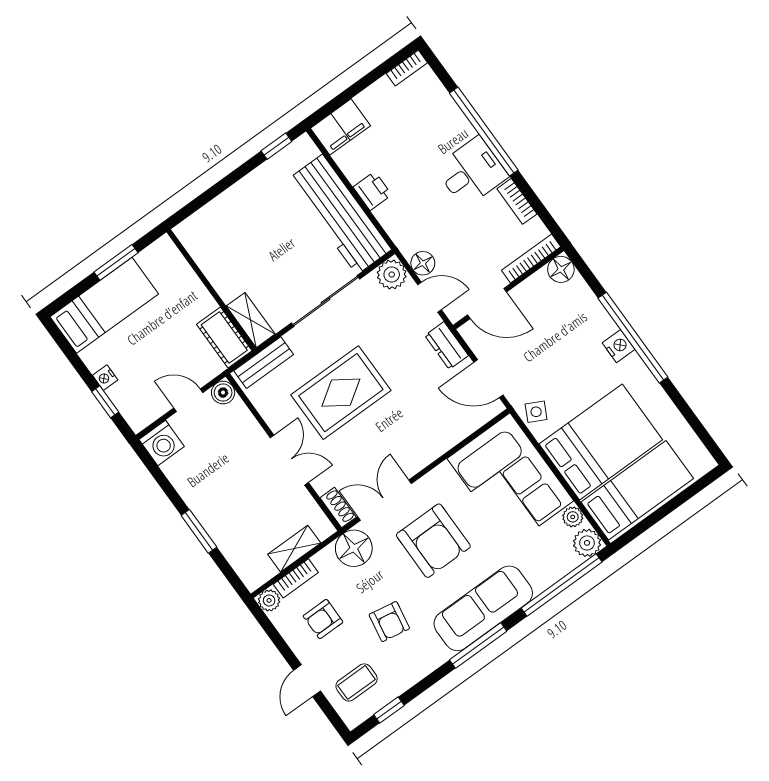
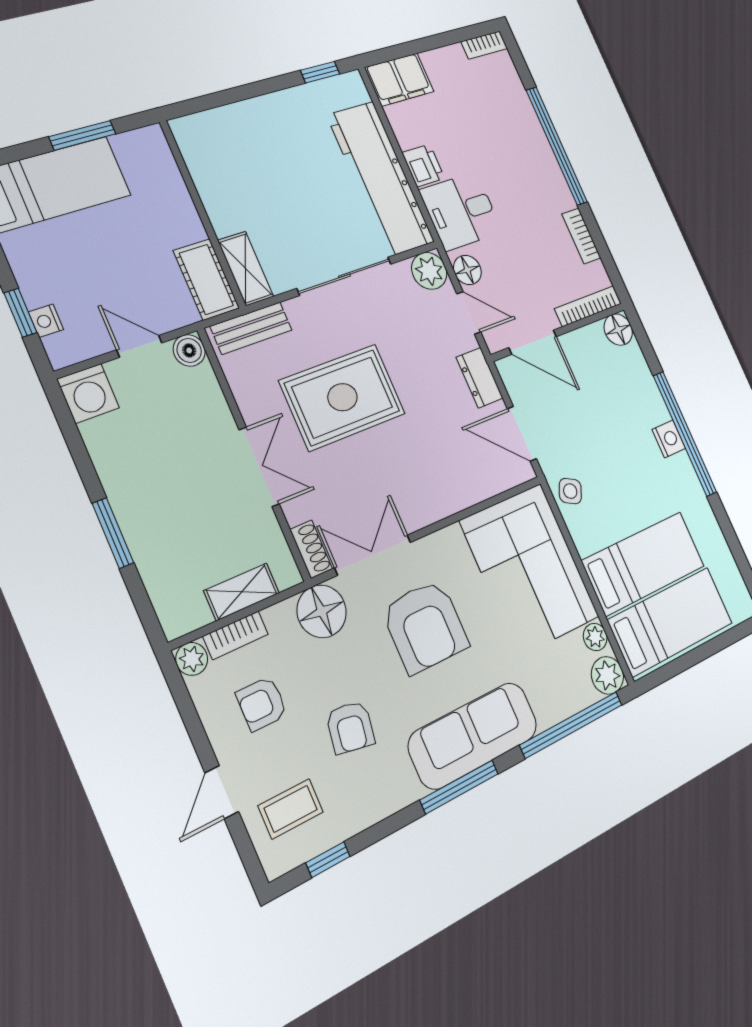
desk: (472, 172) -> (461, 211), moved, turned 180
nightstand: (105, 378) -> (46, 321), moved
bed: (601, 442) -> (643, 563), width x0.67

